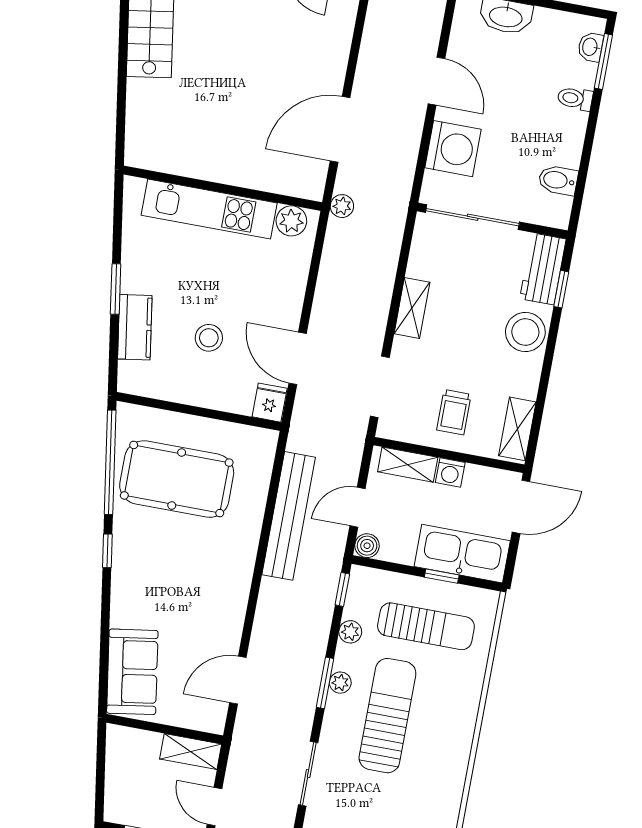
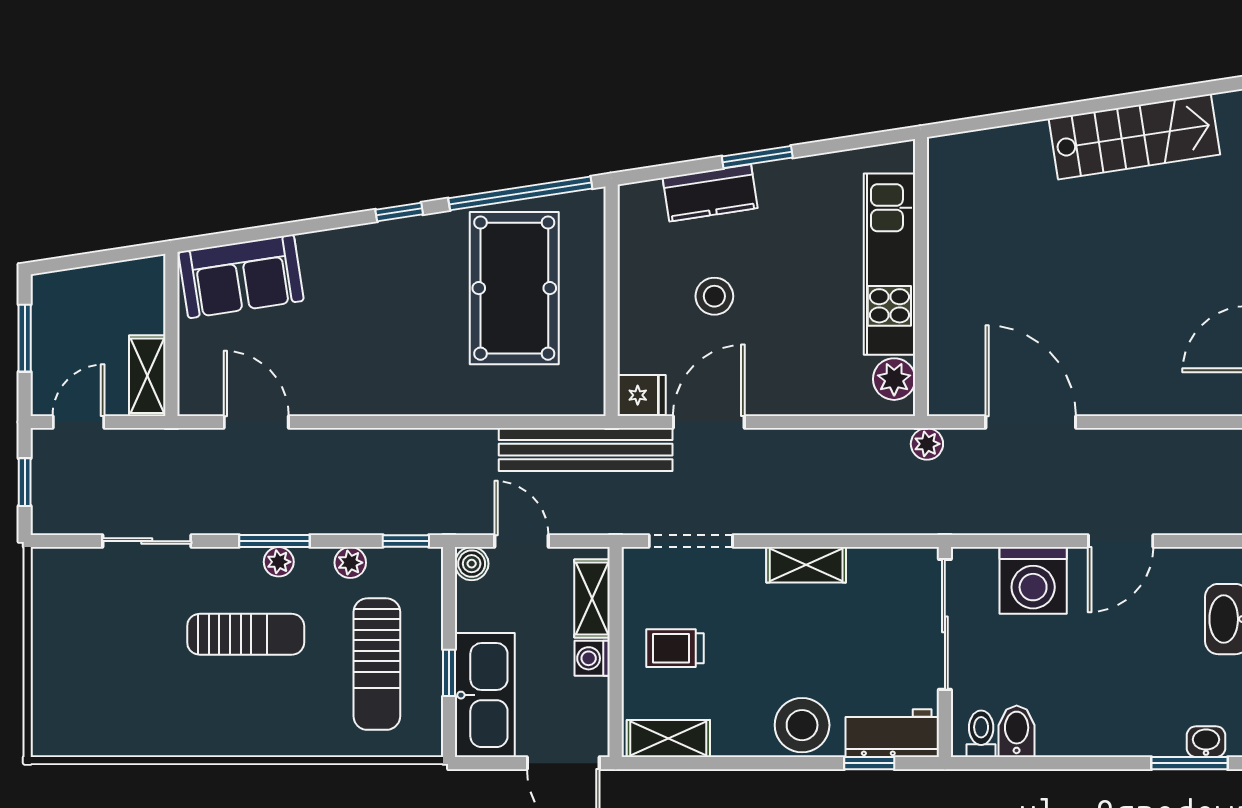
toilet: (575, 99) -> (981, 734), moved
bench: (289, 516) -> (586, 450), moved
sun lounger: (387, 716) -> (246, 634), width x0.73, depth x0.75

